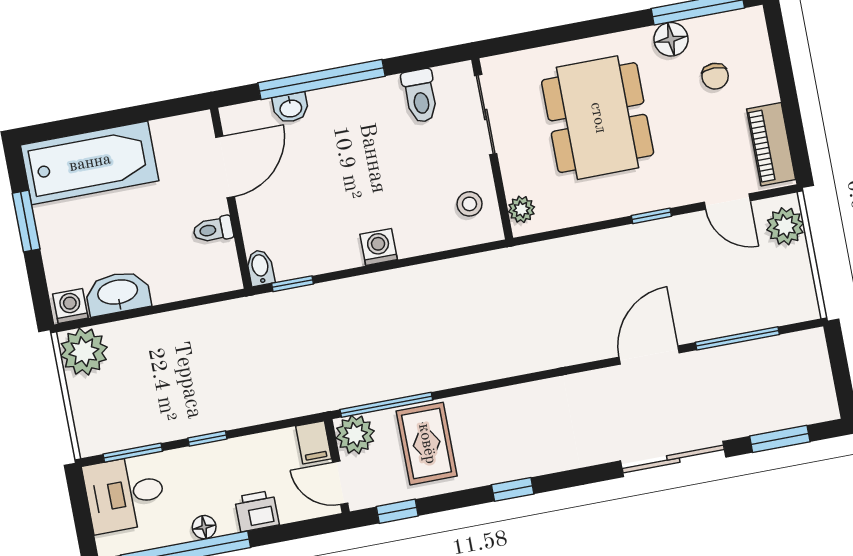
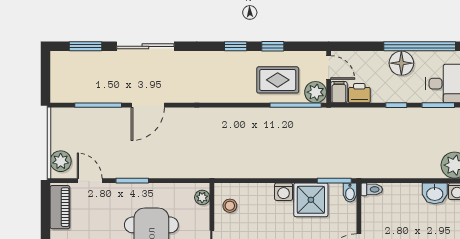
window: (651, 216) -> (132, 181), width x1.50
toilet: (213, 230) -> (372, 189), moved
shower: (327, 242) -> (311, 200), added
window: (292, 284) -> (334, 181), width x1.50
washbasin: (118, 293) -> (435, 193), width x0.72
rug: (427, 444) -> (278, 80), turned 90
printer: (257, 511) -> (359, 93), moved, turned 180
window: (397, 511) -> (273, 46), moved
floor lamp: (204, 527) -> (401, 63), width x1.89, depth x1.89

